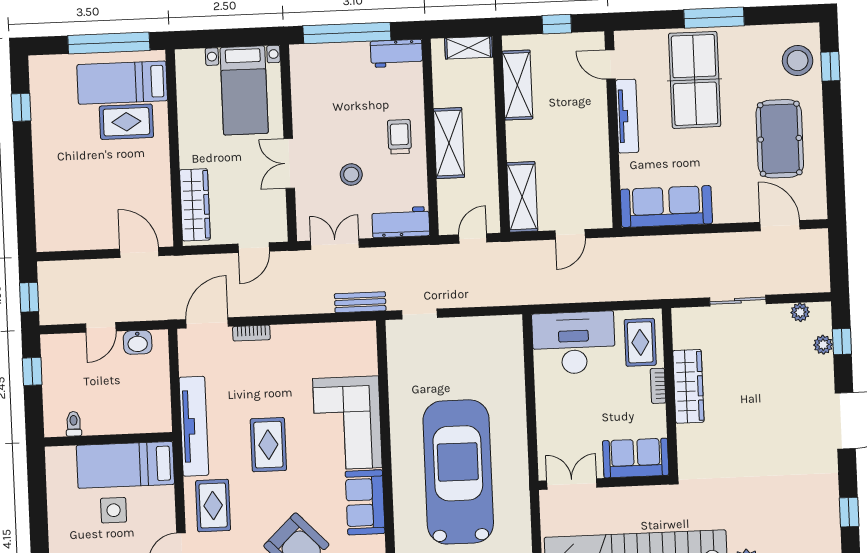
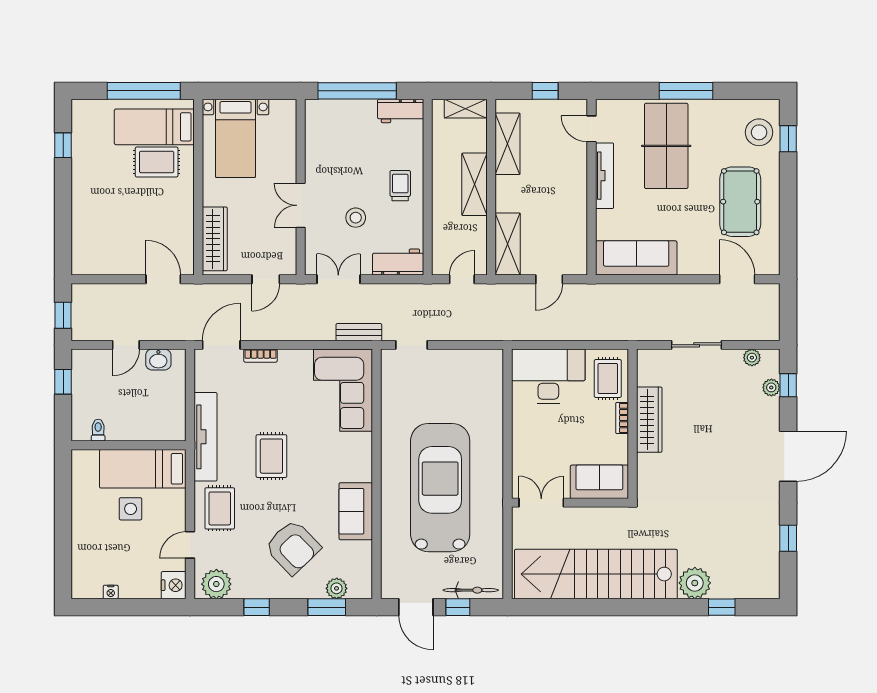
bed with nightstands: (244, 90) -> (236, 138), moved
shelving: (449, 143) -> (474, 184), moved
corner sofa: (347, 423) -> (343, 390), moved

